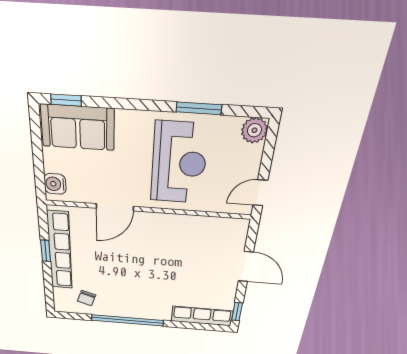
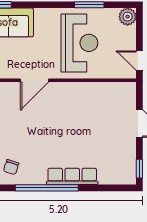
door: (260, 193) -> (139, 61), hinge flipped
row of seats: (202, 316) -> (72, 176), moved

